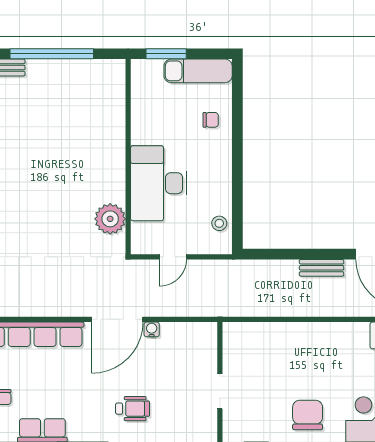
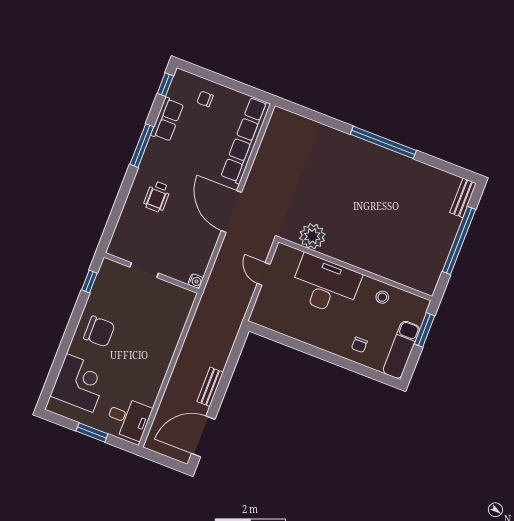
stool: (219, 223) -> (382, 297), moved
water cooler: (152, 329) -> (196, 281), moved

